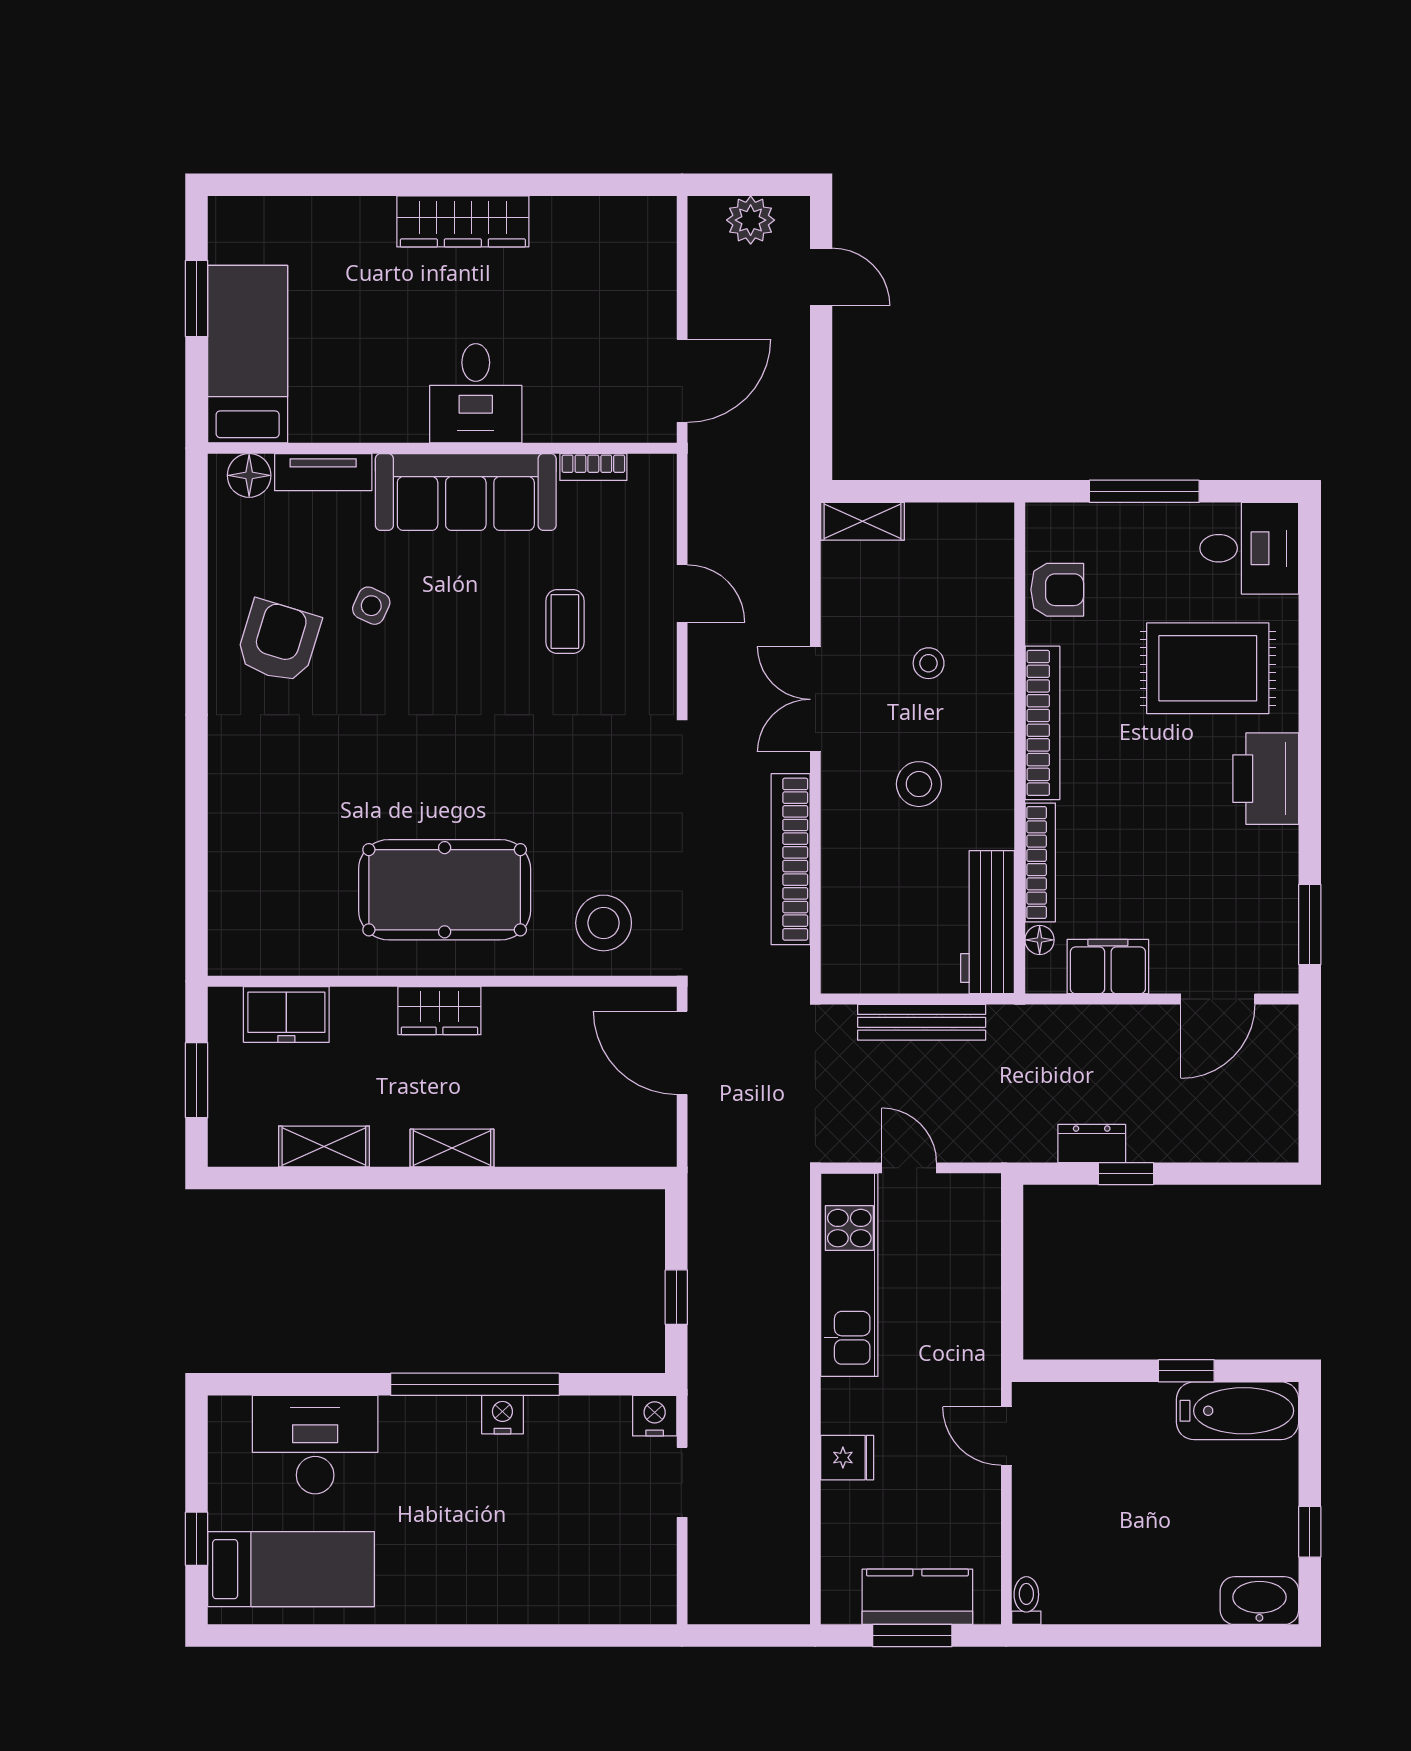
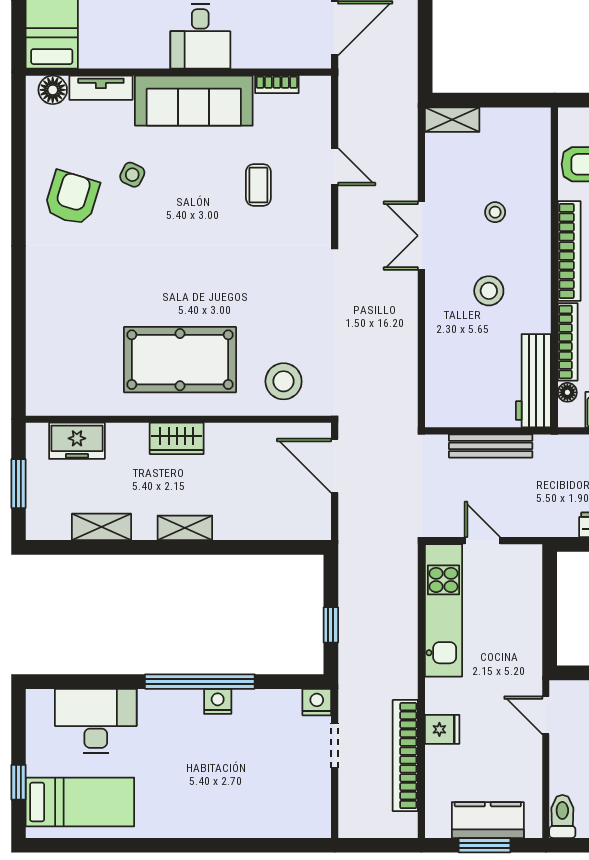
bookcase: (791, 859) -> (405, 756), moved
toilet: (1026, 1601) -> (562, 816), width x1.37, depth x1.39

